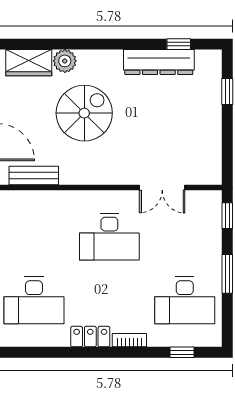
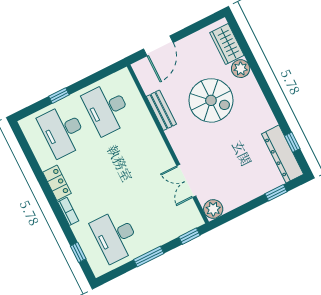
dresser: (159, 62) -> (282, 154), moved
plant: (210, 173) -> (213, 209), added
bench: (34, 176) -> (161, 110), moved
desk: (109, 237) -> (107, 109), moved

